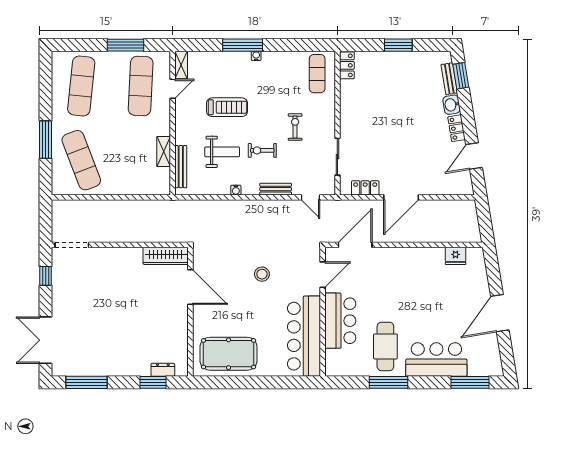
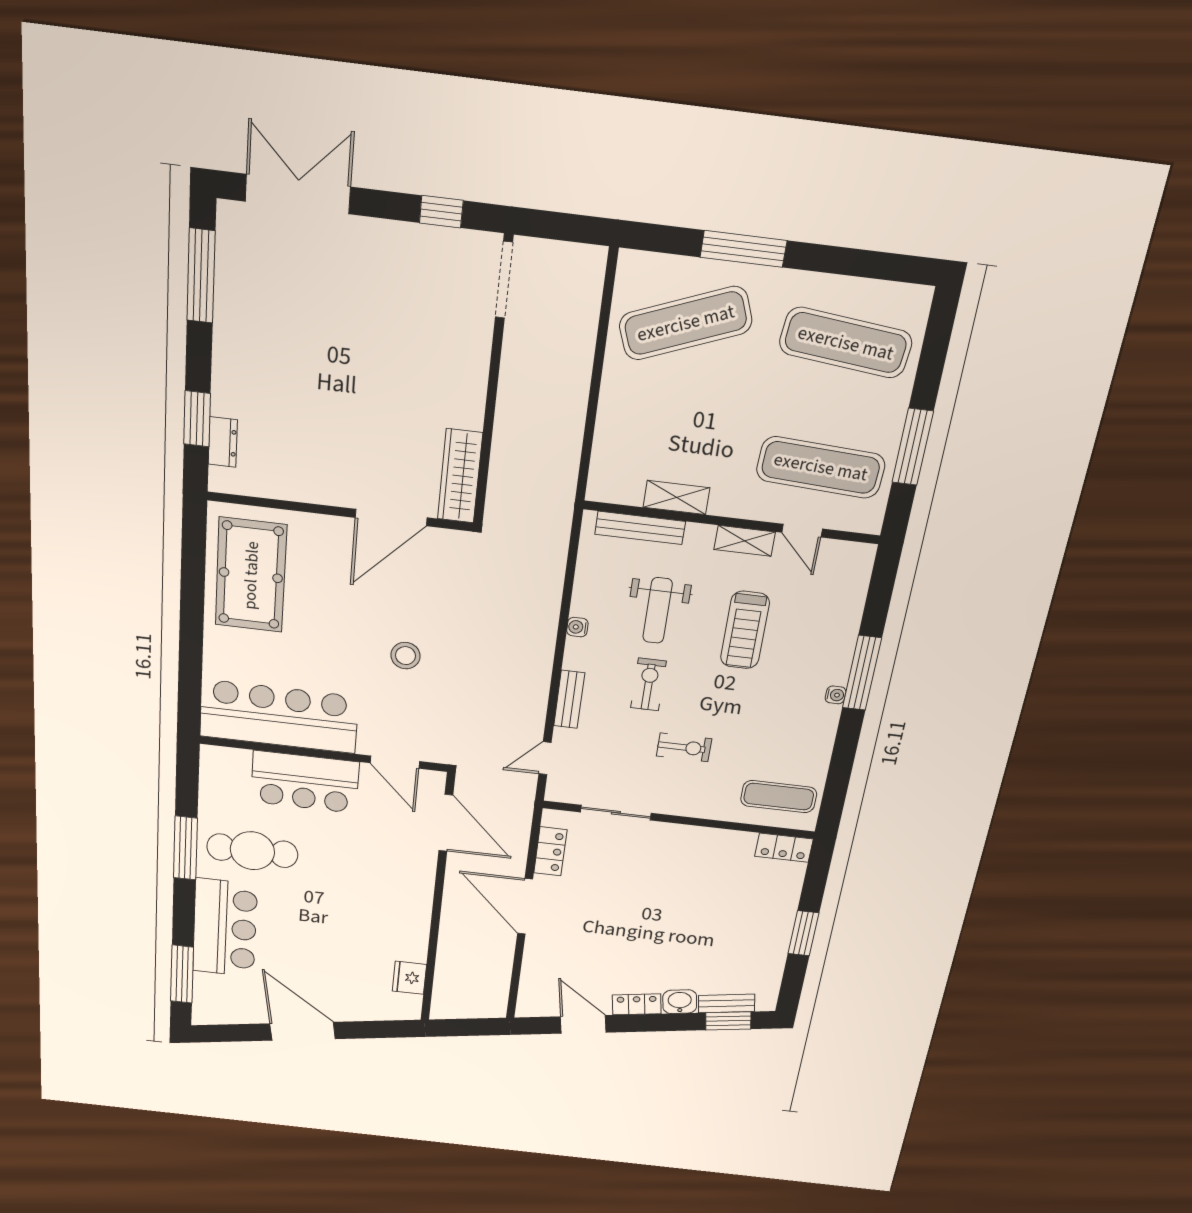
shelving: (181, 65) -> (745, 541), moved

